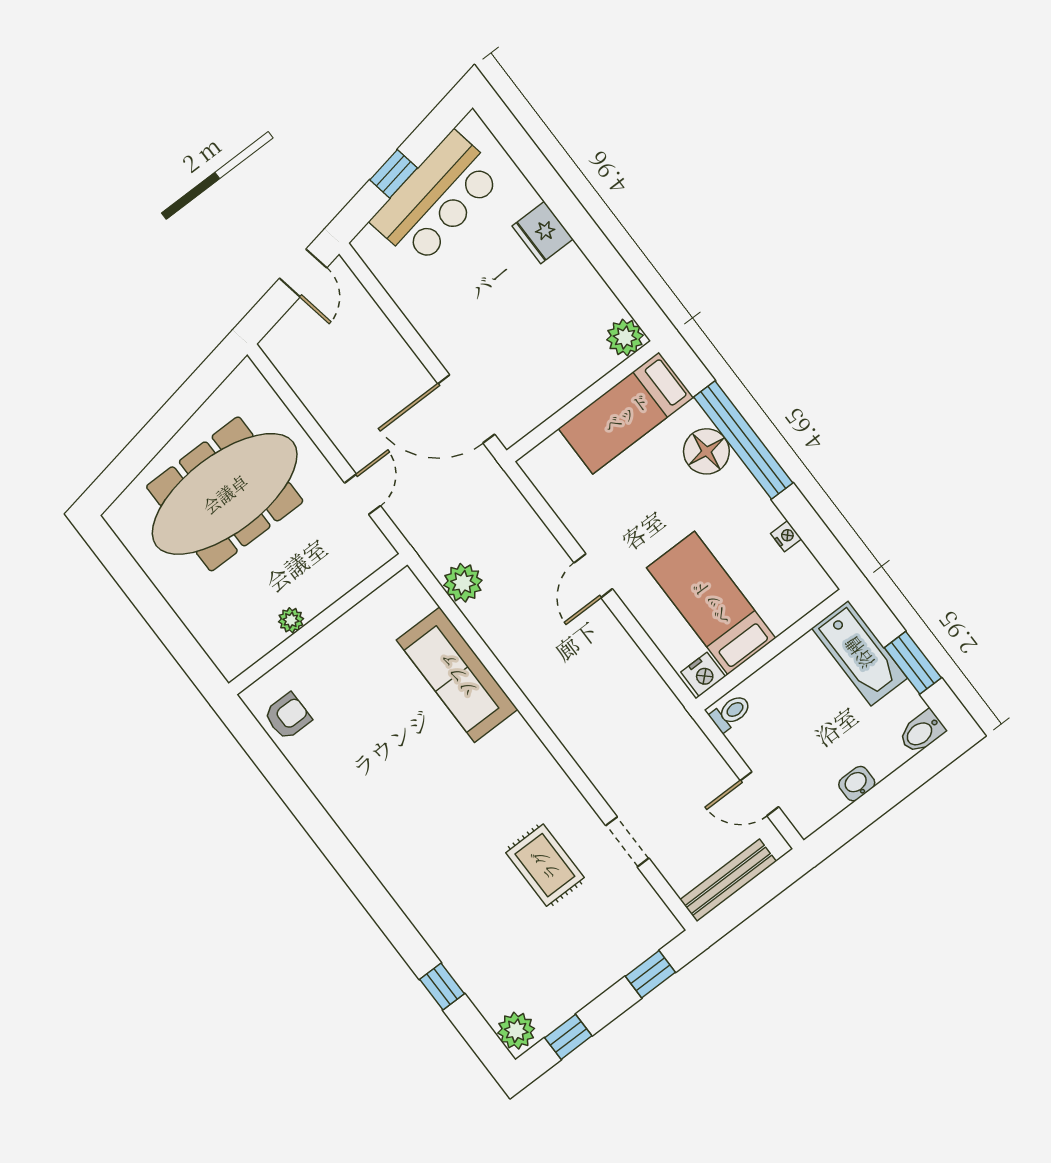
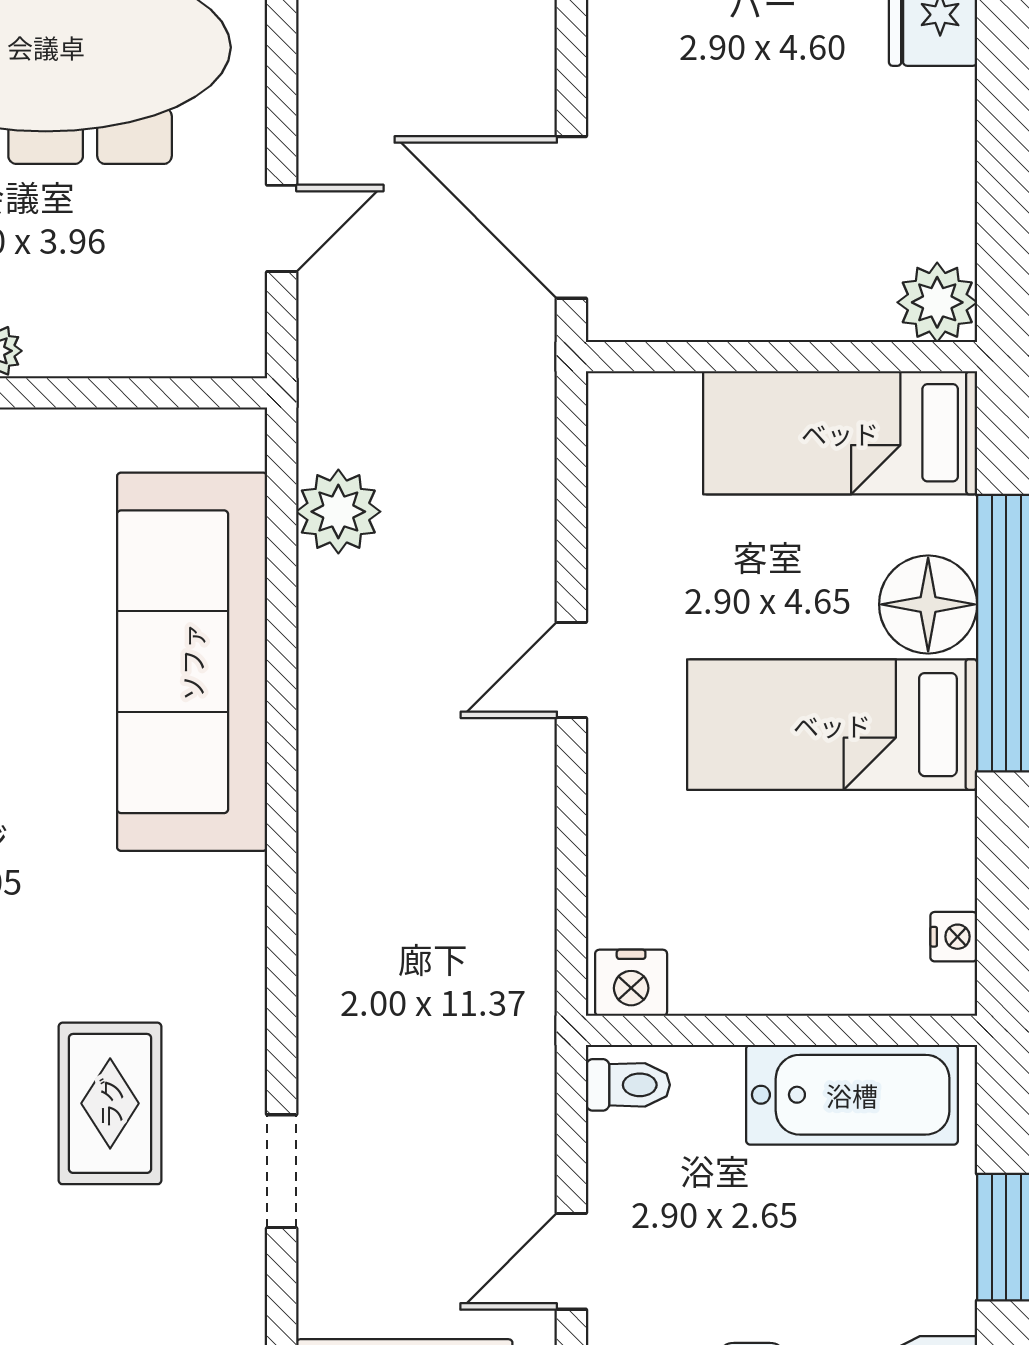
nightstand: (786, 536) -> (954, 937), moved
bed: (711, 603) -> (832, 725), moved, turned -90
bathtub: (859, 653) -> (852, 1095), moved, turned -90
sofa: (457, 675) -> (192, 662), width x1.36, depth x1.27
door: (759, 794) -> (571, 1261), hinge flipped

